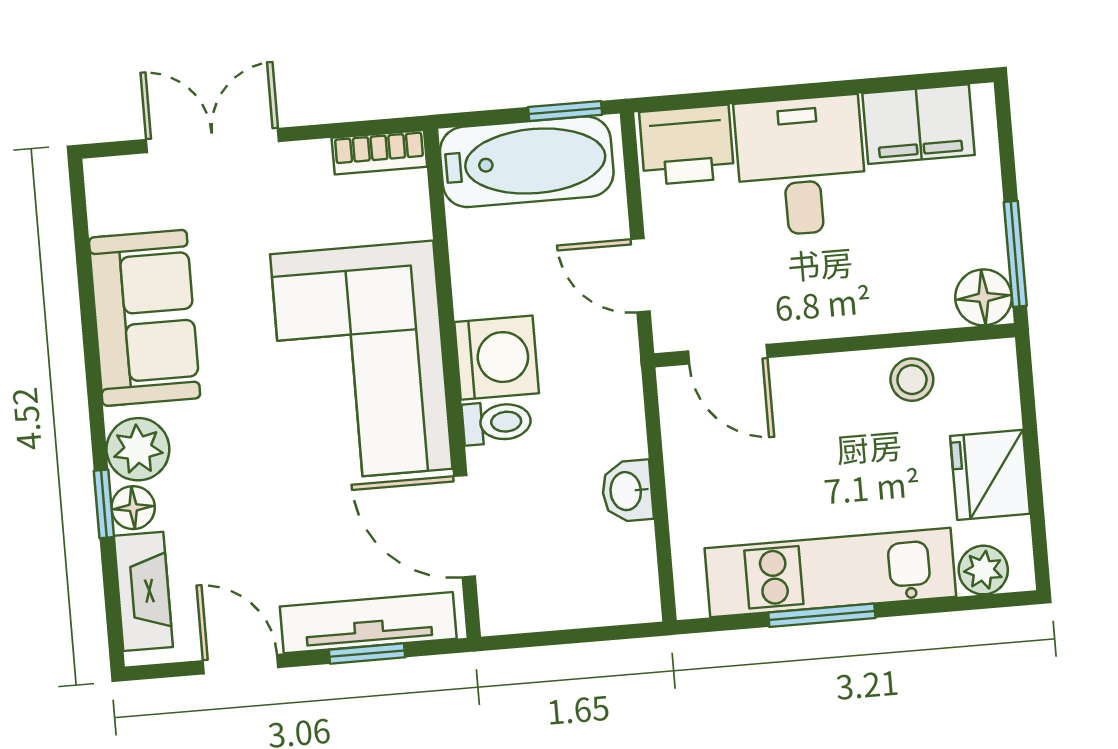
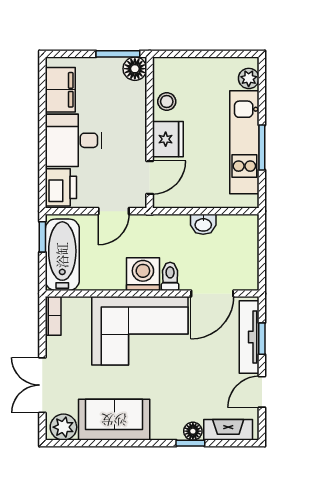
plant: (138, 449) -> (63, 427), moved
fridge: (990, 475) -> (168, 139), moved, turned -90

